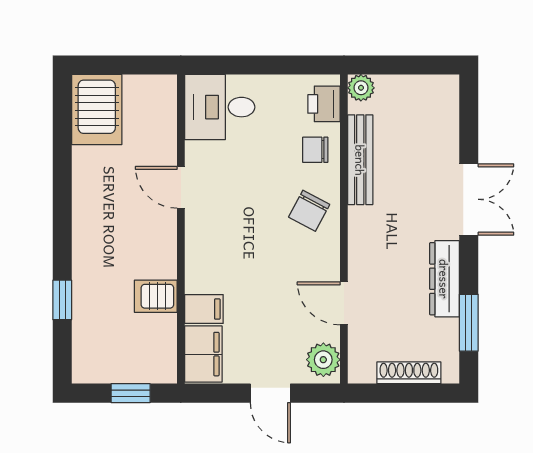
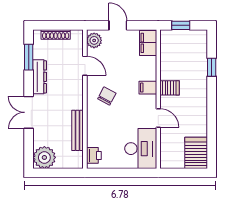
plant: (361, 88) -> (44, 157), moved, width x1.87, depth x1.87
desk: (220, 107) -> (141, 149), width x1.37
chair: (315, 150) -> (98, 135), removed
chair: (309, 211) -> (107, 96), moved
server rack: (156, 296) -> (170, 88), moved
filing cabinet: (204, 309) -> (148, 88), moved

